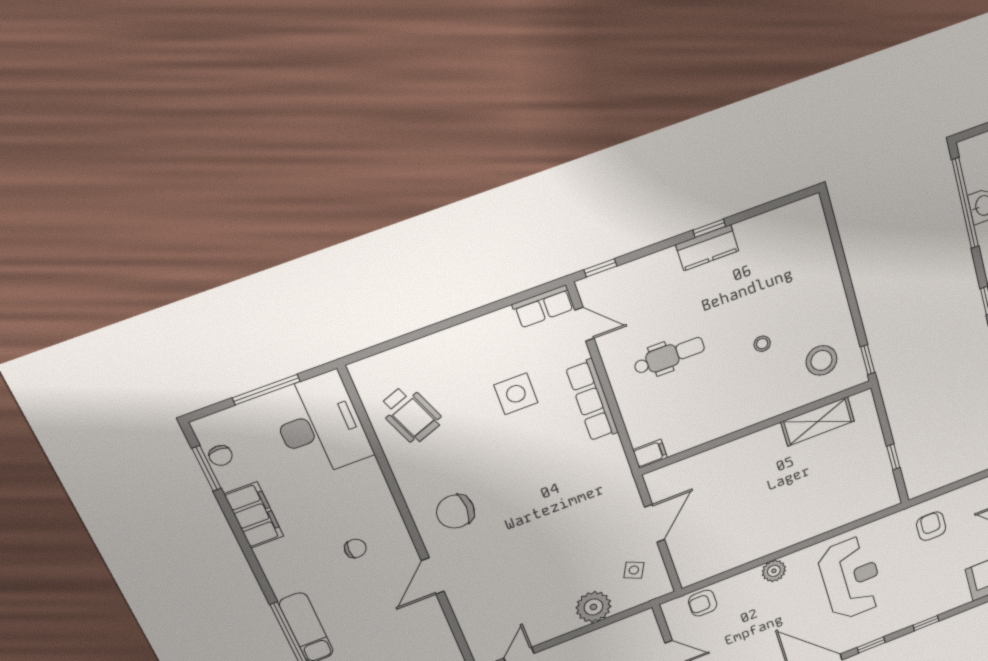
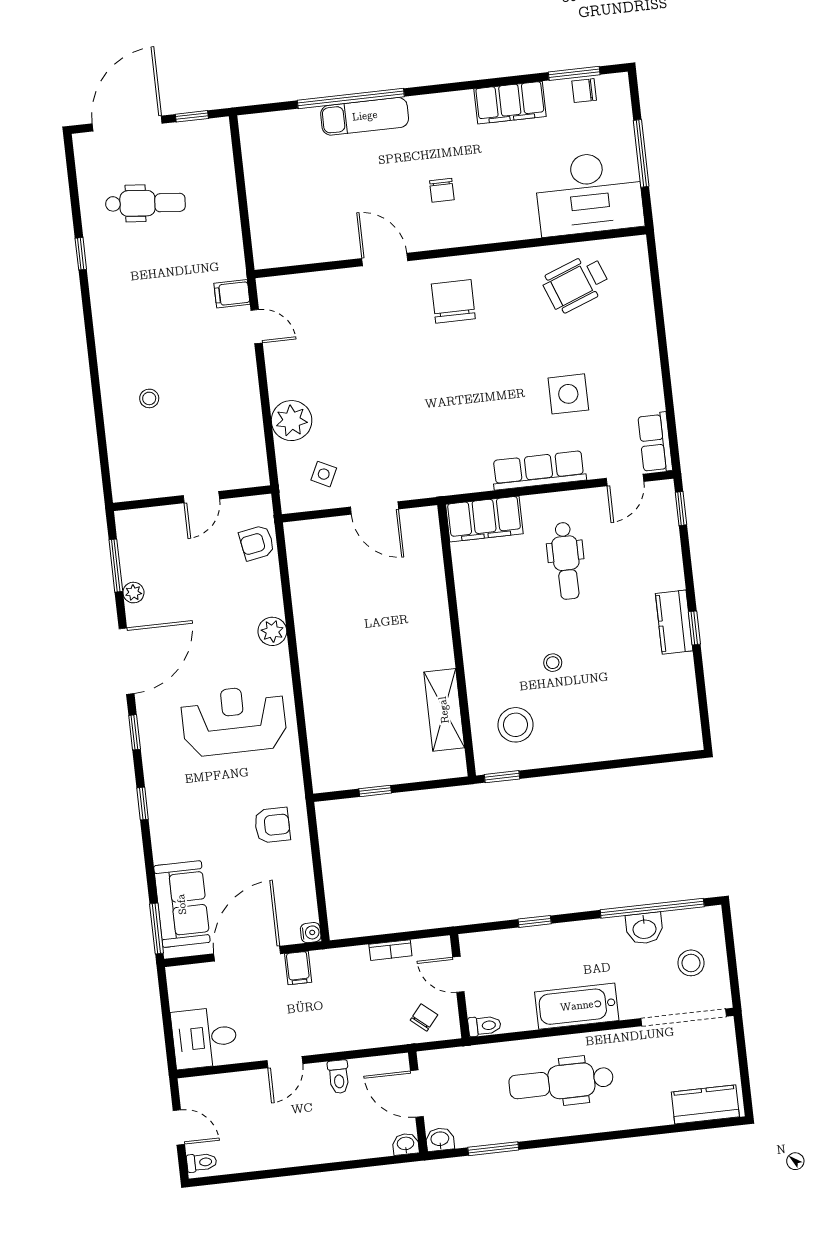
filing cabinet: (650, 454) -> (484, 519), width x3.00, depth x1.17
reception desk: (851, 578) -> (234, 721), turned 180
armchair: (703, 603) -> (257, 543), turned -100

